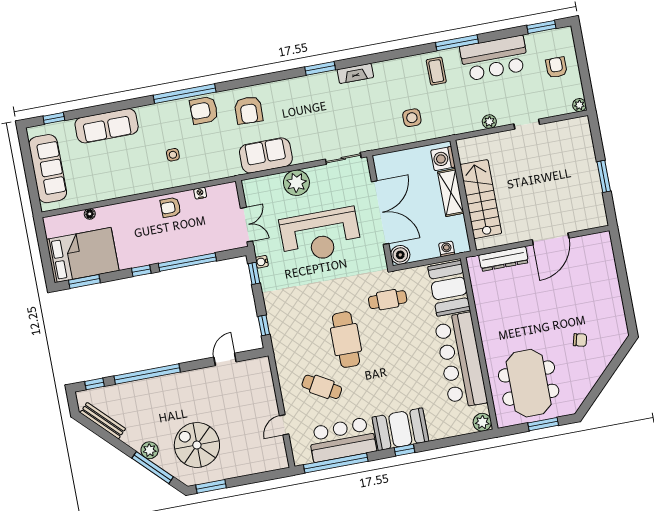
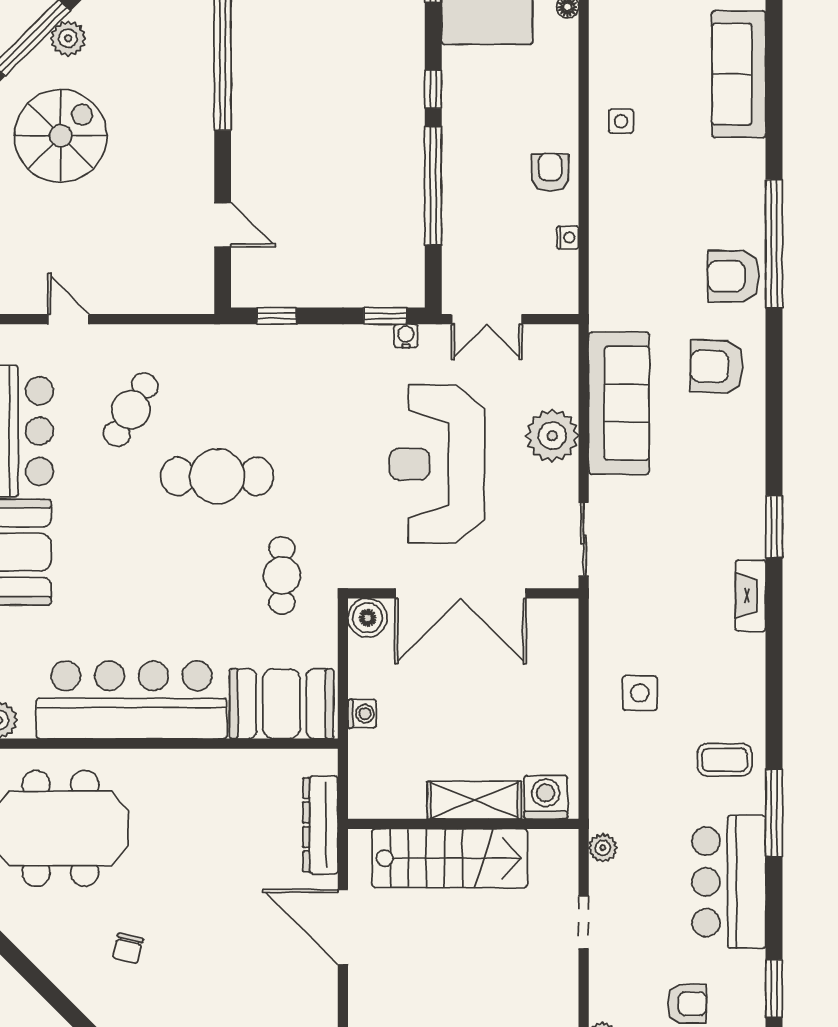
armchair: (204, 110) -> (733, 276), turned -90
side table: (173, 155) -> (621, 121), moved
sofa: (266, 155) -> (619, 403), width x1.36
washing machine: (443, 159) -> (546, 797), moved
shelving: (451, 192) -> (474, 800), moved
wall: (463, 196) -> (463, 824), moved
stairs: (481, 199) -> (450, 858), moved

